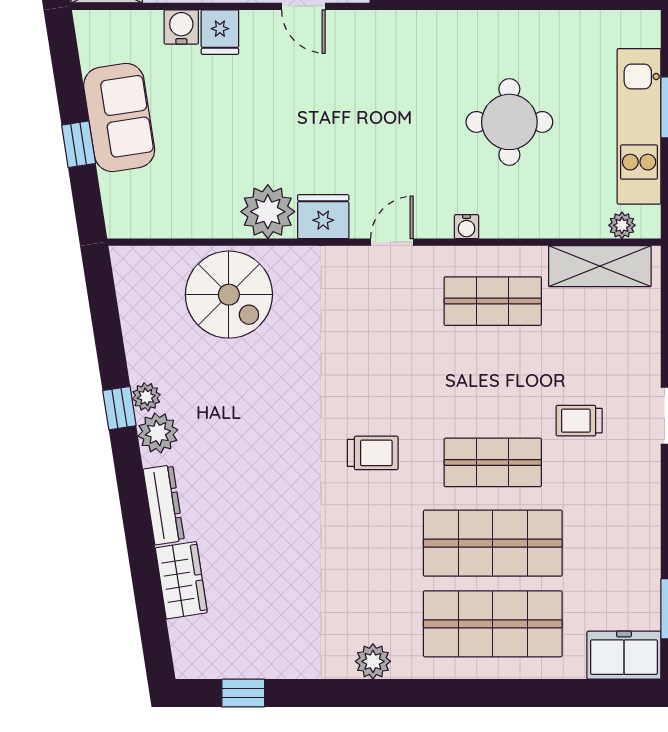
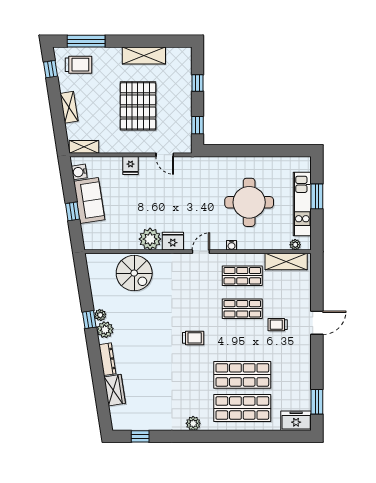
water cooler: (181, 27) -> (79, 172), moved, turned -99
round table: (509, 122) -> (249, 202), width x1.36, depth x1.36
shop shelf: (493, 462) -> (242, 309), moved

